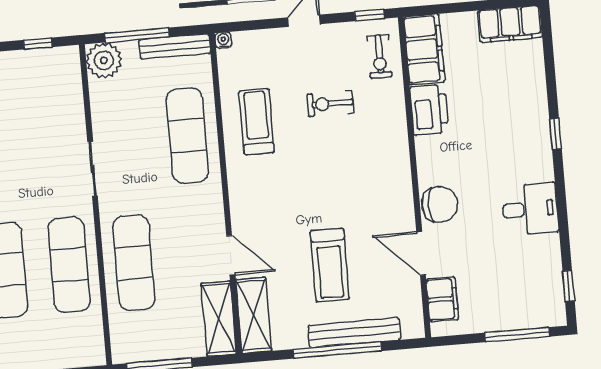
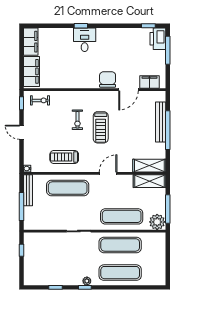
filing cabinet: (424, 49) -> (31, 71), moved, turned 90
plant: (104, 60) -> (157, 222), moved
exercise bike: (330, 104) -> (77, 120), moved
printer: (429, 110) -> (158, 39), moved, turned -90
desk: (530, 209) -> (85, 40), moved
door: (231, 255) -> (108, 173), moved
treadmill: (330, 265) -> (101, 127), moved, turned 90

